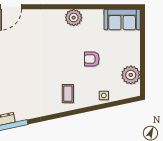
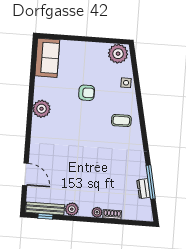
armchair: (92, 59) -> (87, 93), turned -90
plant: (131, 75) -> (118, 54), moved

